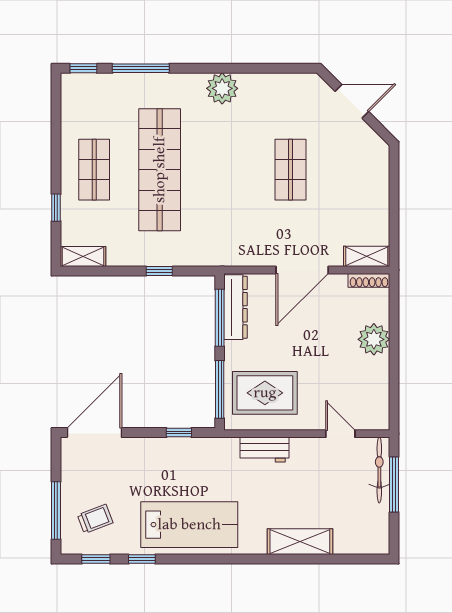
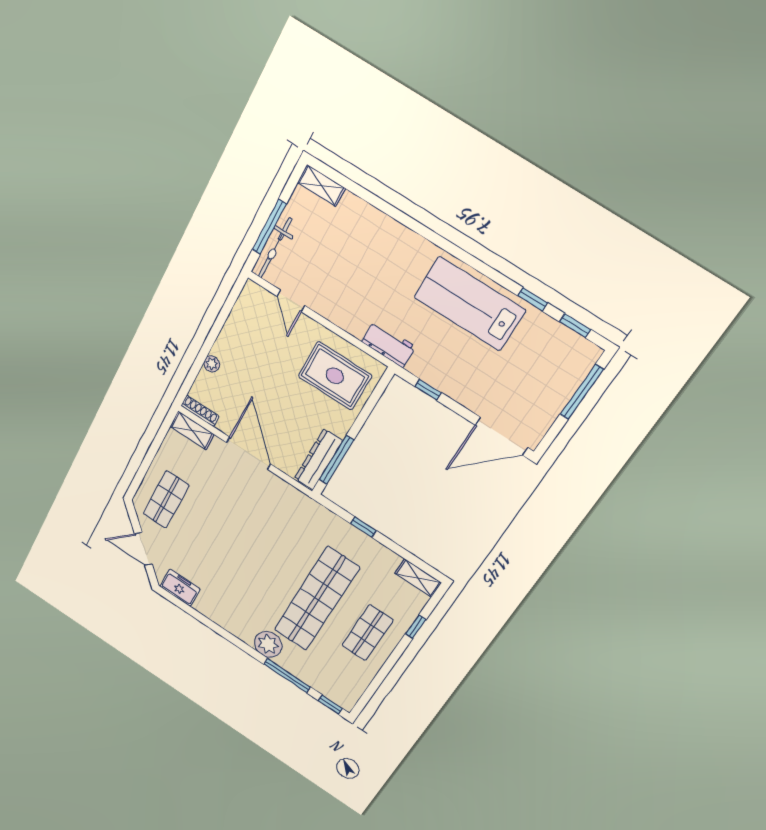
freezer: (294, 86) -> (180, 588), added
plant: (222, 88) -> (268, 644), moved
shop shelf: (290, 170) -> (166, 500), moved
door: (302, 270) -> (248, 453), hinge flipped
plant: (374, 339) -> (212, 364), width x0.53, depth x0.53
window: (220, 389) -> (371, 403), removed
workbench: (265, 449) -> (388, 344), moved
trolley: (95, 519) -> (551, 362), removed
shelving: (300, 542) -> (321, 185), moved, width x0.67, depth x0.75

